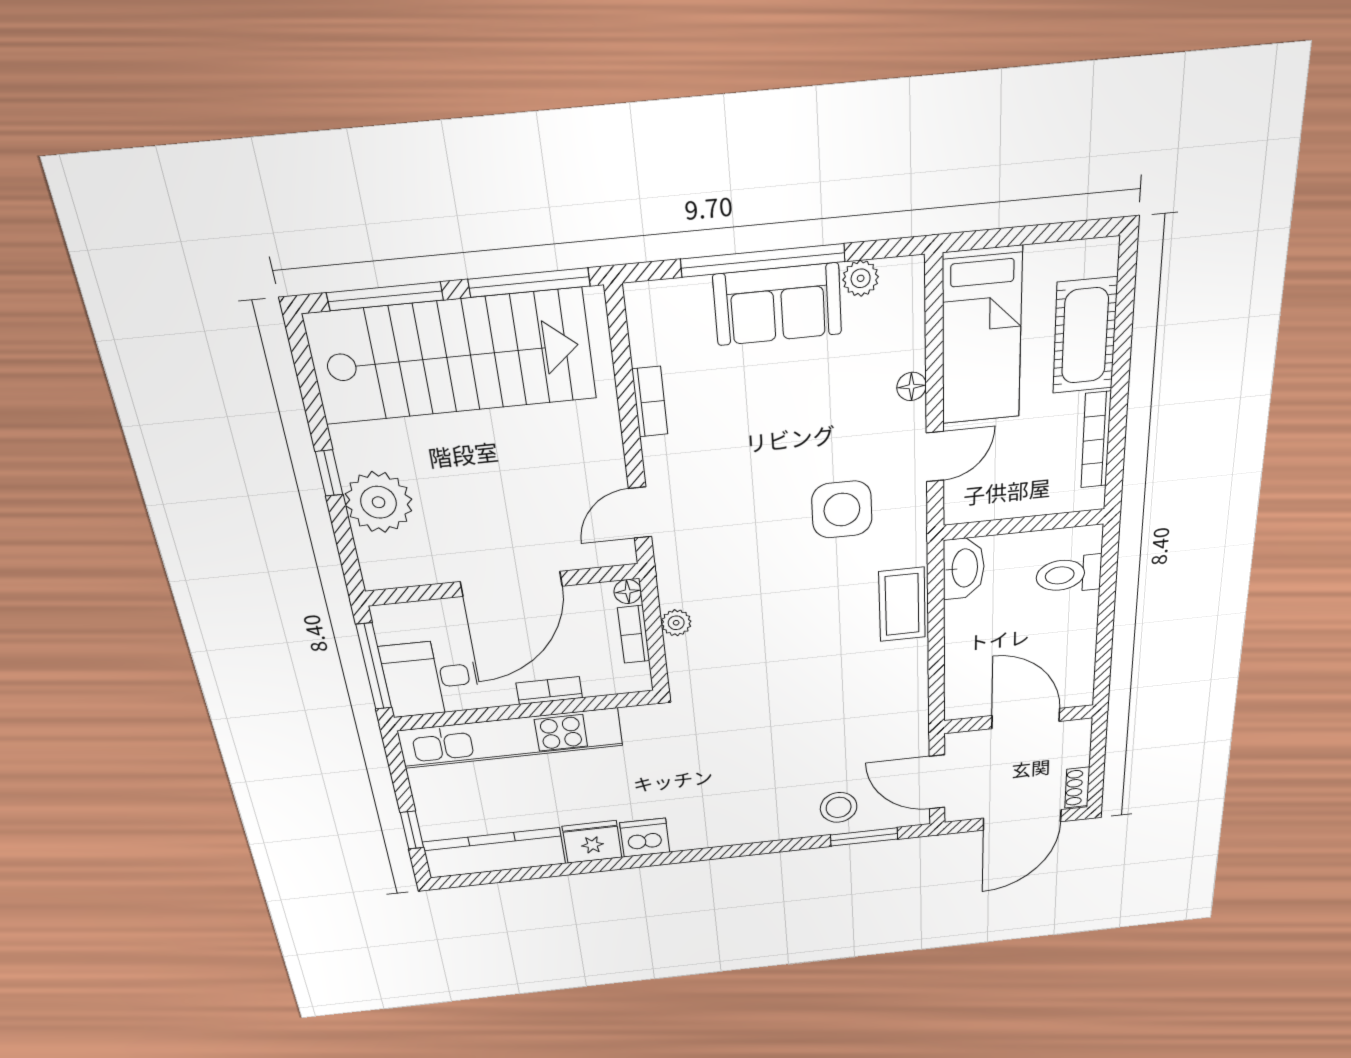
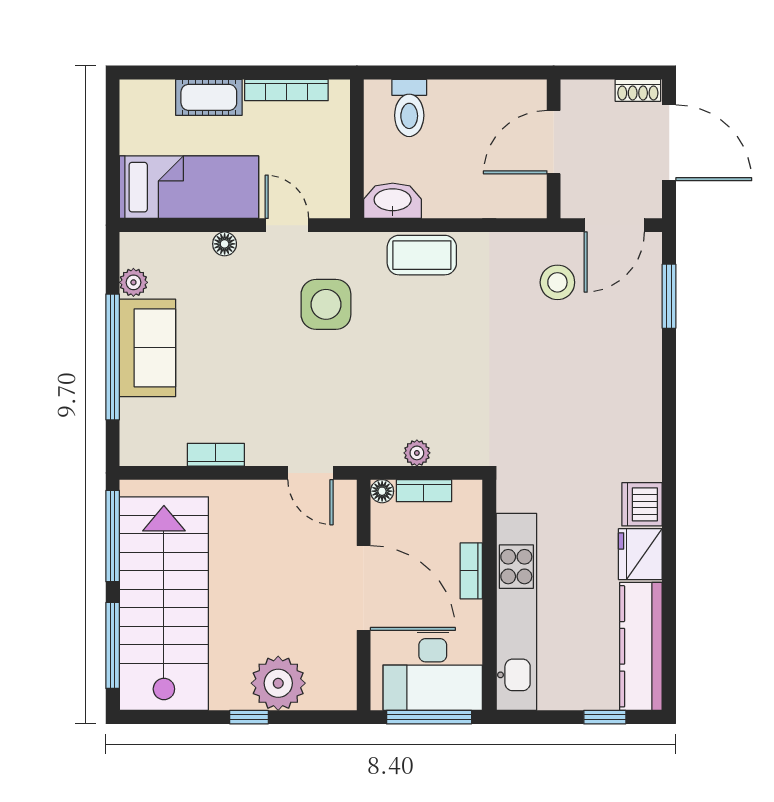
cot: (1085, 336) -> (209, 97), width x0.73, depth x0.75
desk: (430, 678) -> (433, 671), width x1.37
stool: (839, 807) -> (557, 282), moved

